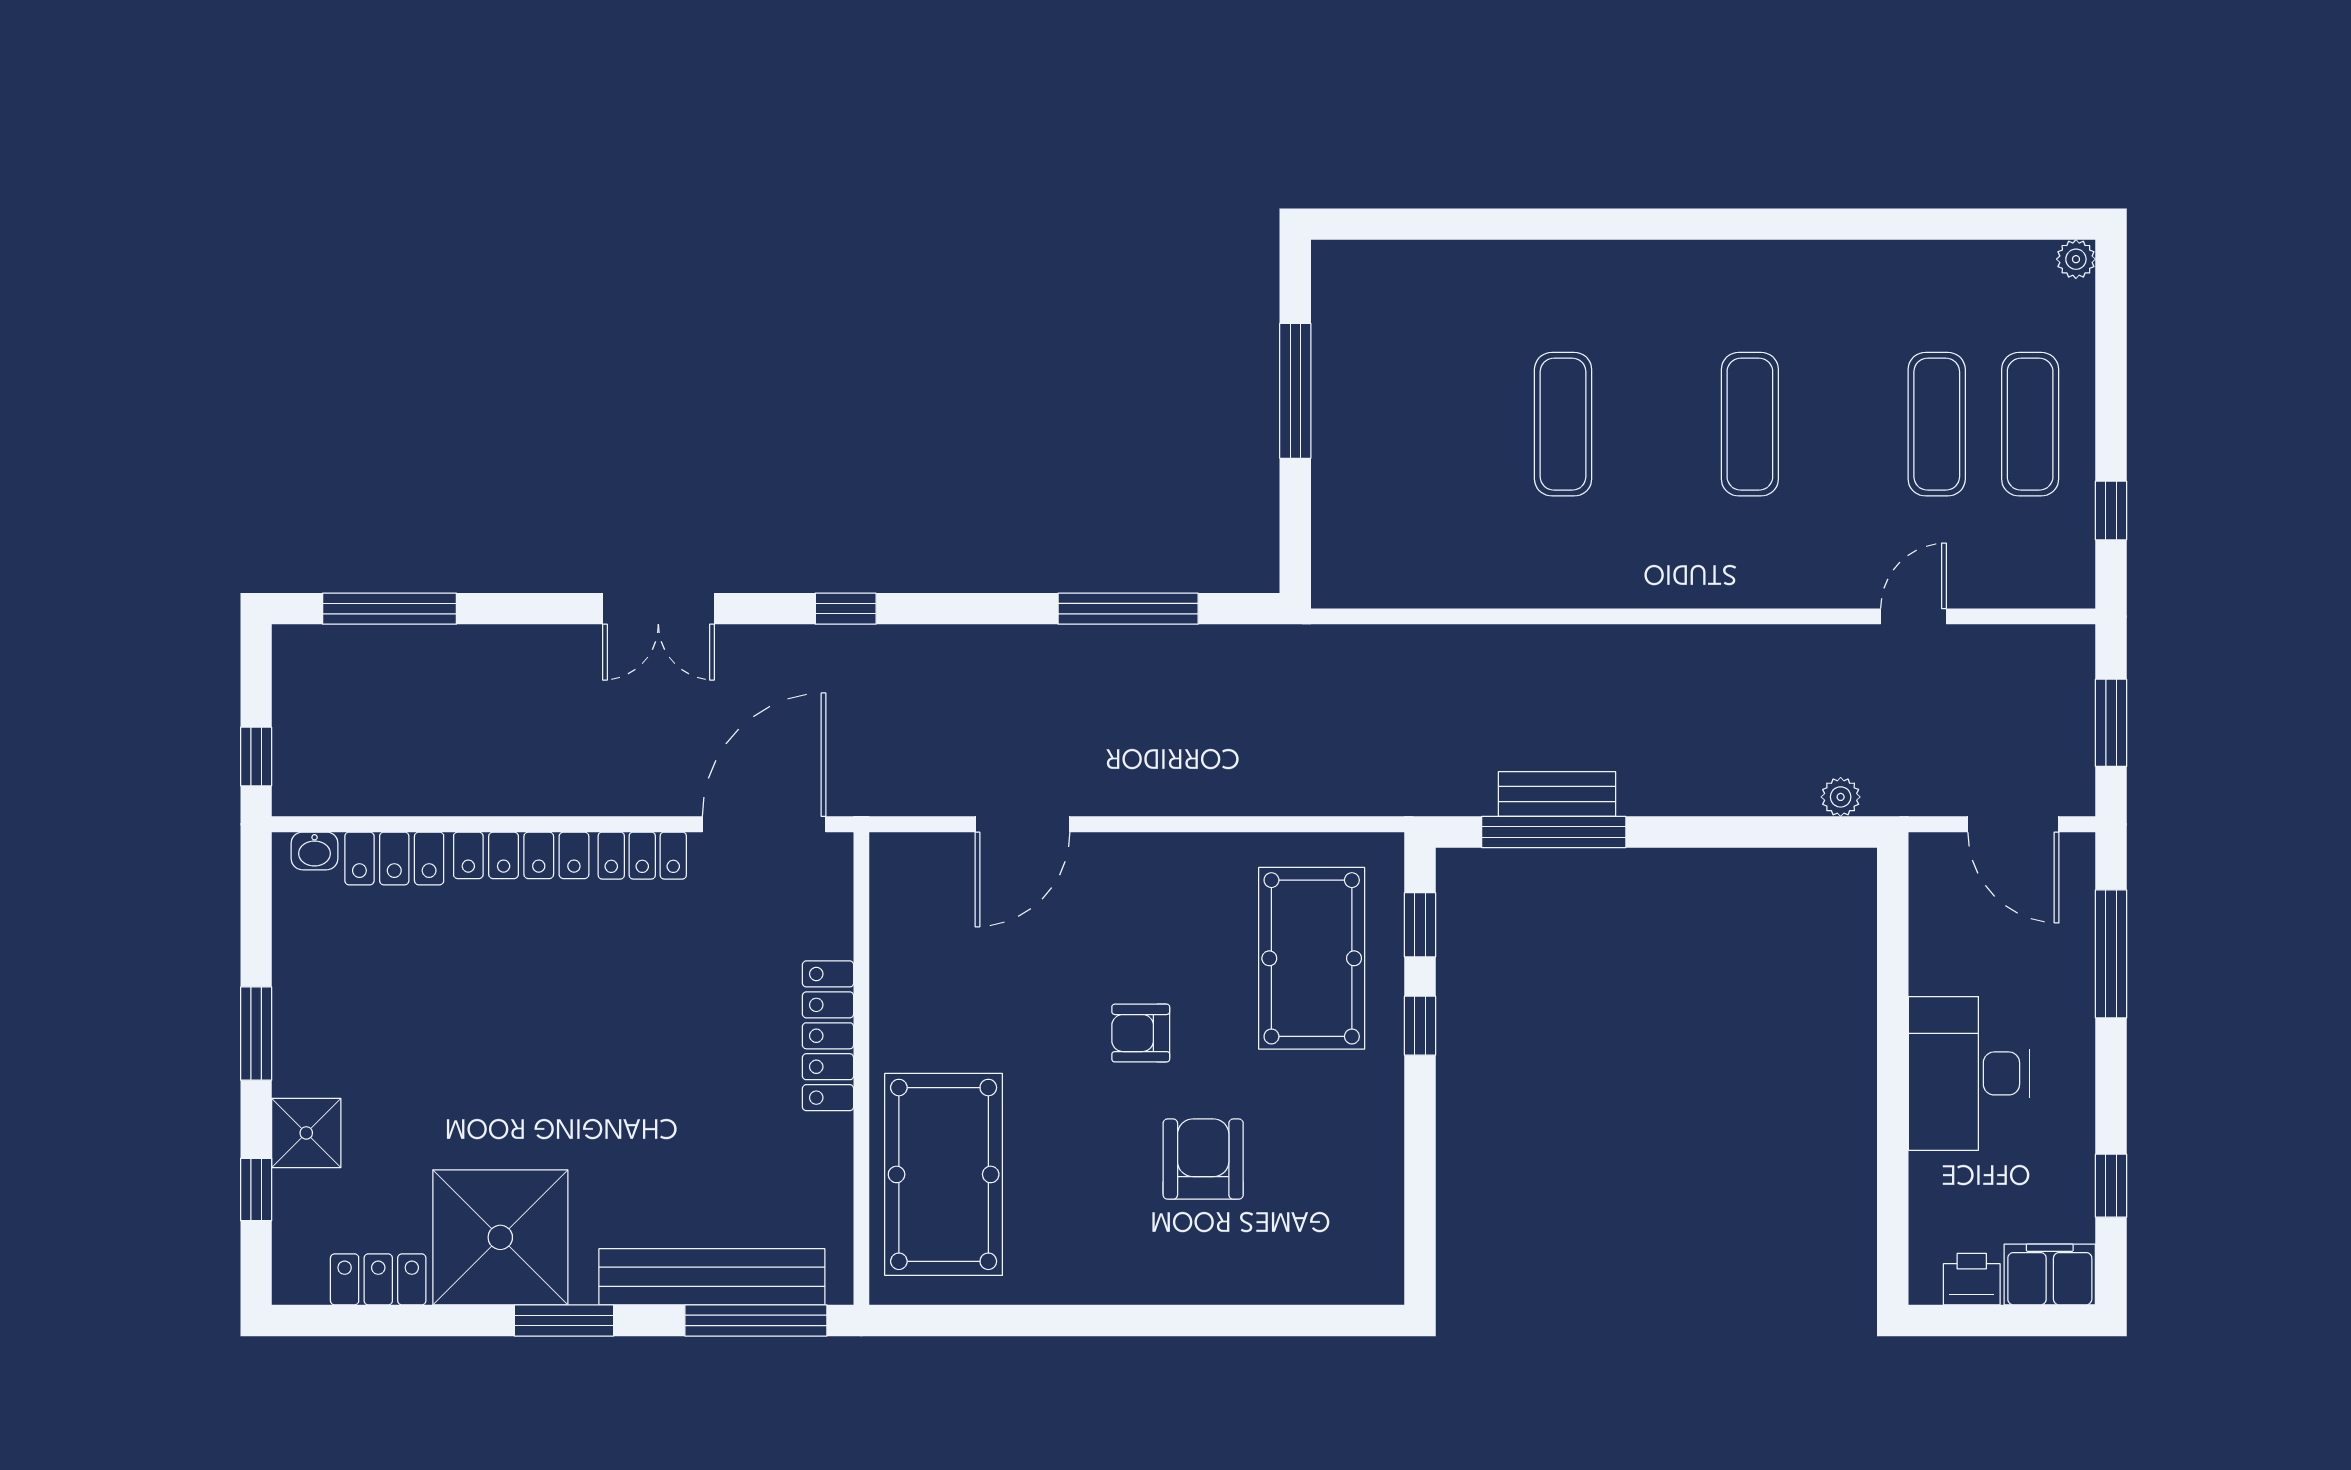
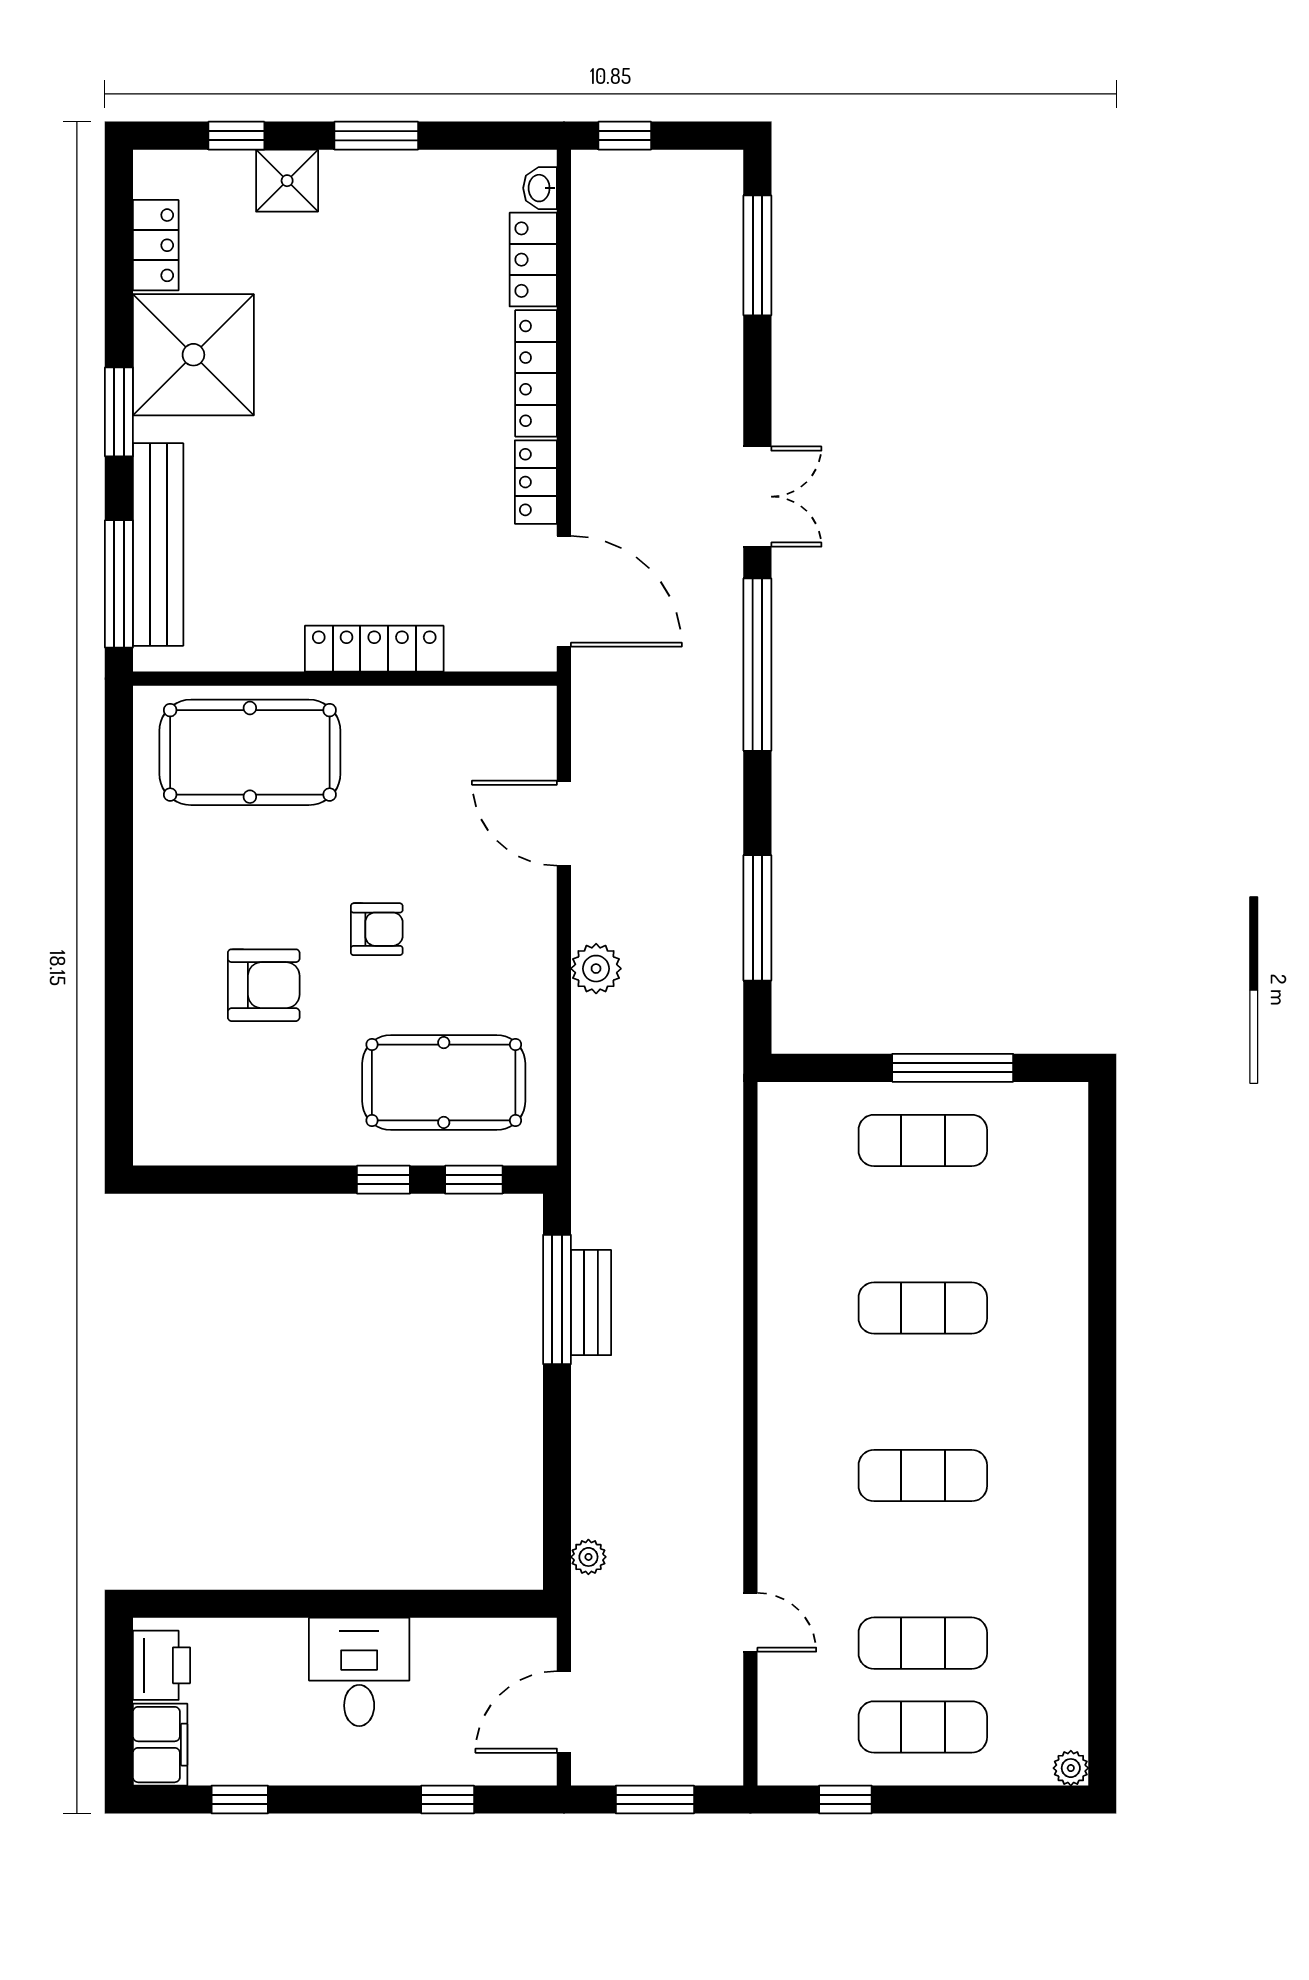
exercise mat: (1376, 424) -> (923, 1140), added
double door: (658, 609) -> (757, 497), swing flipped
window: (846, 609) -> (757, 665), width x3.17
plant: (1185, 789) -> (596, 969), added
window: (2111, 954) -> (448, 1800), width x0.46
armchair: (1141, 1033) -> (377, 929), turned 90
desk: (1969, 1073) -> (359, 1672), width x0.73
printer: (1972, 1279) -> (161, 1665), width x1.36, depth x1.24

